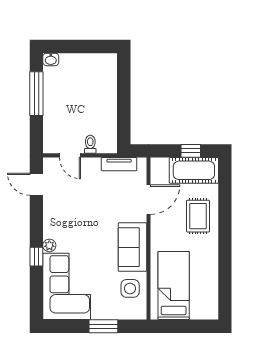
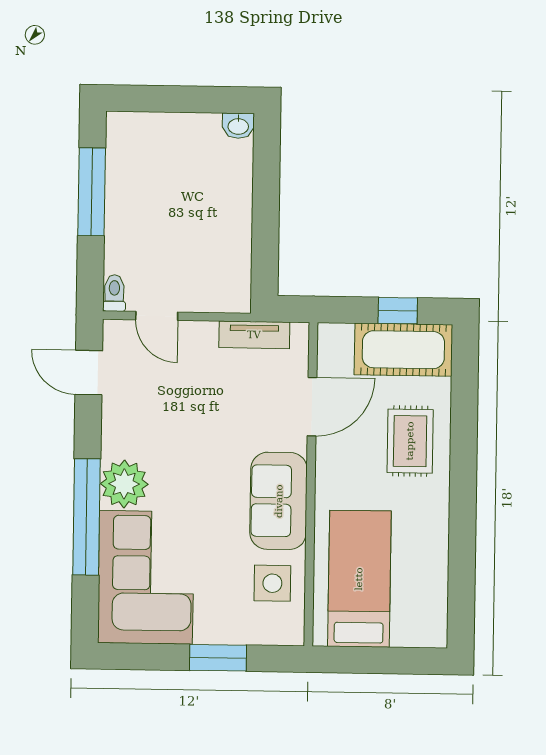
washbasin: (51, 59) -> (238, 126), moved
toilet: (90, 144) -> (114, 293), moved
plant: (49, 245) -> (124, 484), width x1.87, depth x1.87
window: (36, 257) -> (87, 517), width x3.17

